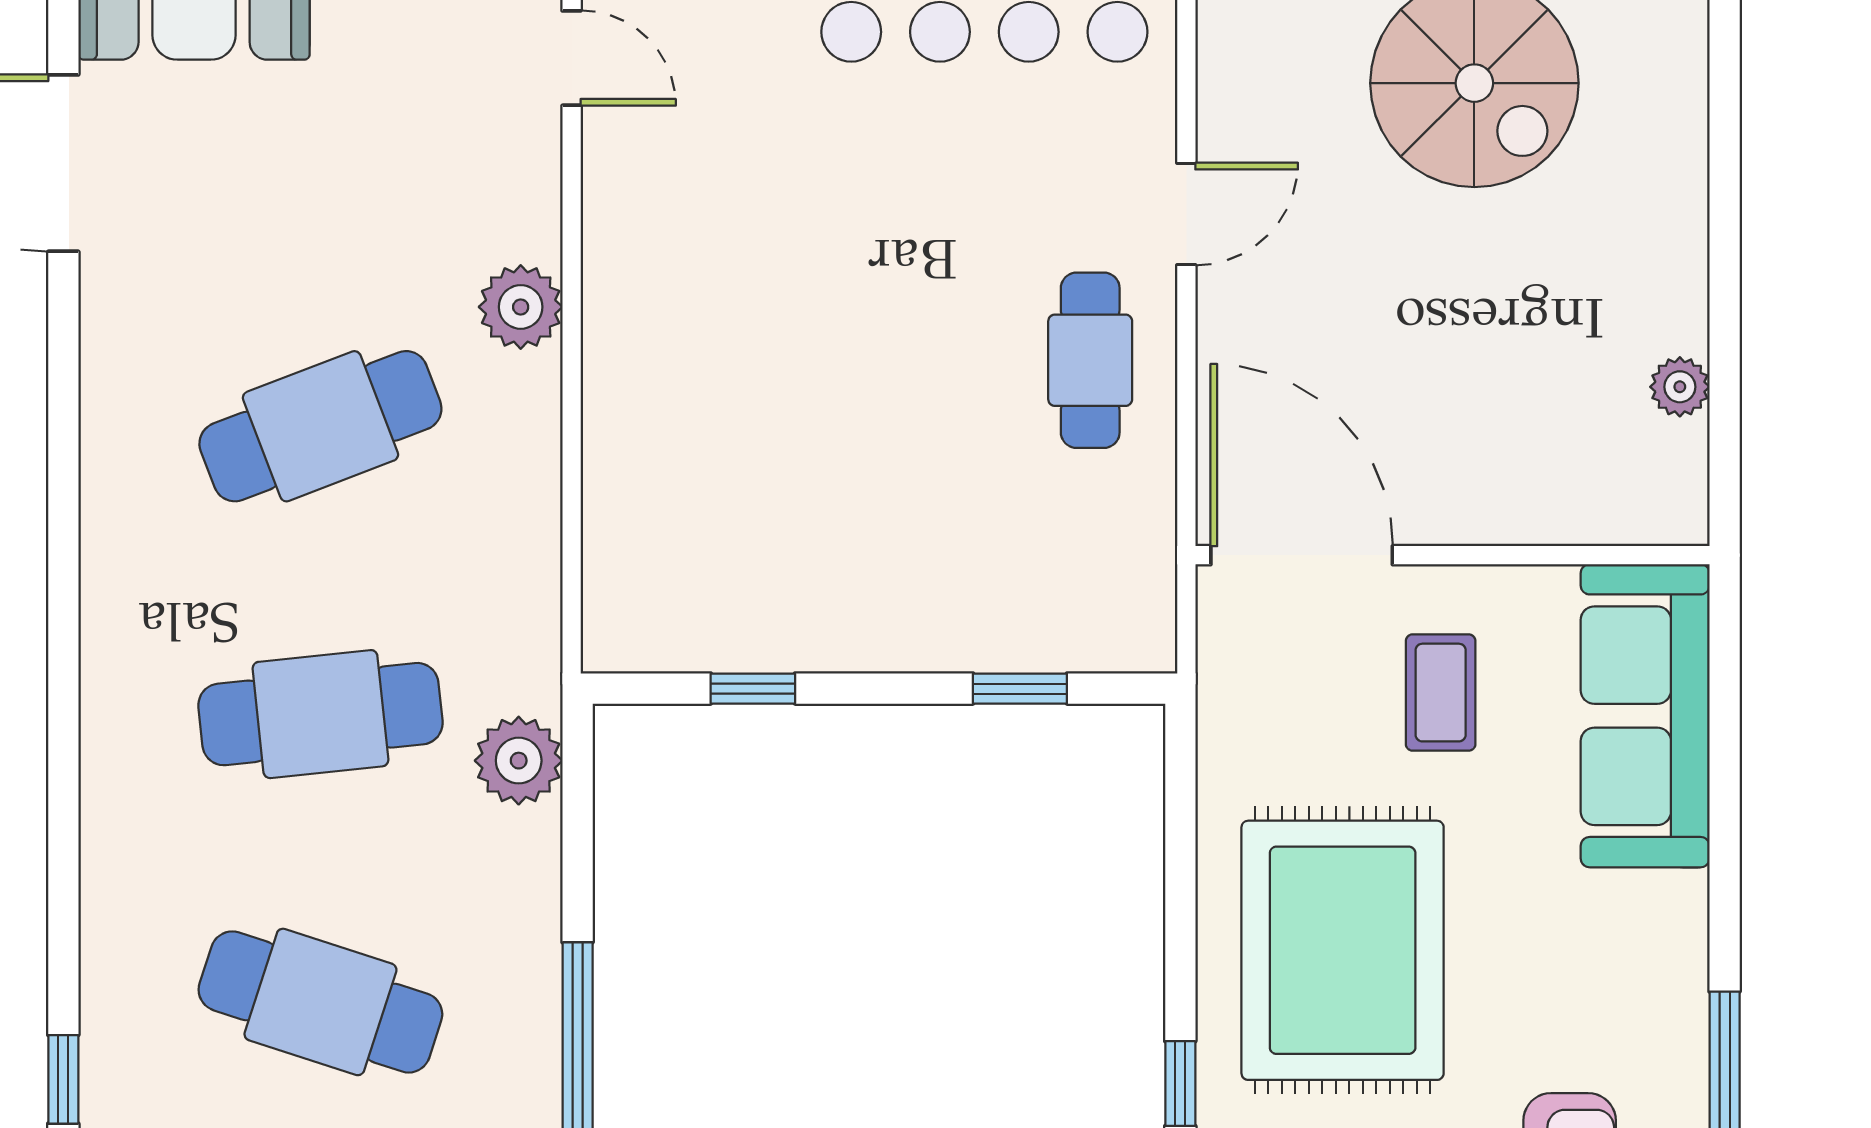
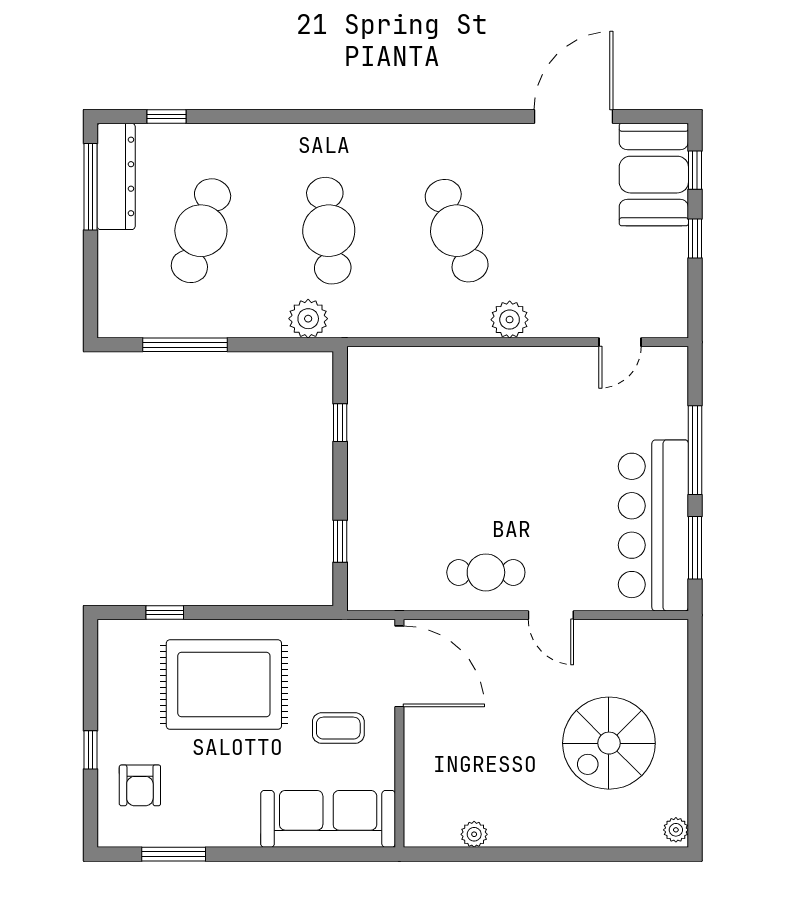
door: (1302, 555) -> (399, 666), hinge flipped

